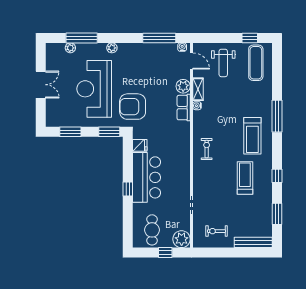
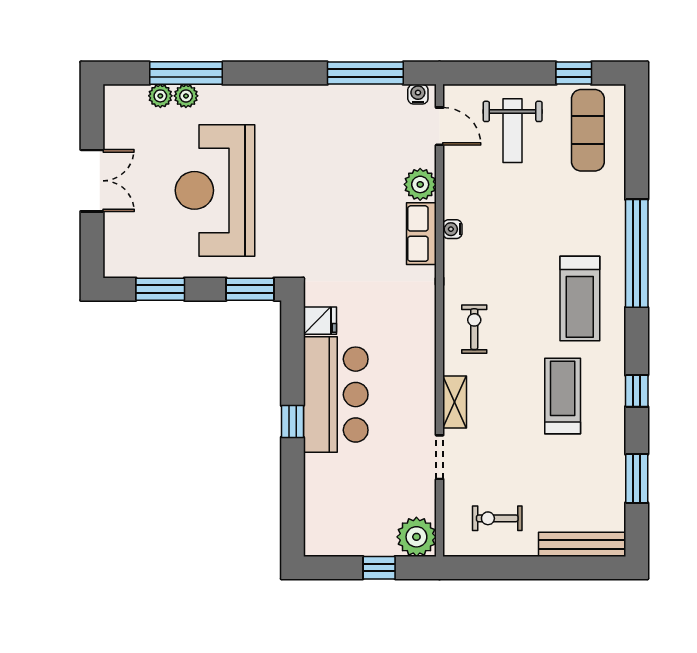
plant: (112, 48) -> (186, 96), moved
shelving: (198, 89) -> (455, 402), moved
armchair: (133, 107) -> (304, 231), removed
window: (277, 116) -> (637, 253), width x1.46
cafe table: (152, 230) -> (348, 516), removed

